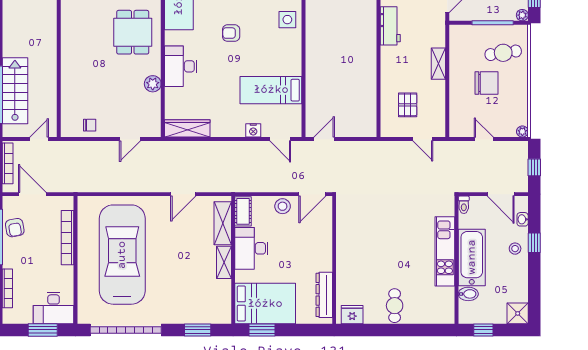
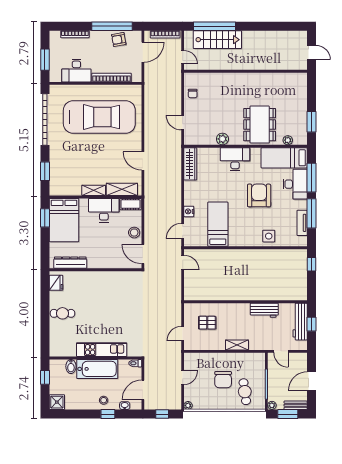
dining table: (133, 32) -> (260, 125), width x1.38
armchair: (231, 33) -> (259, 195), width x1.88, depth x1.88
desk: (54, 308) -> (76, 71), moved, turned -90

